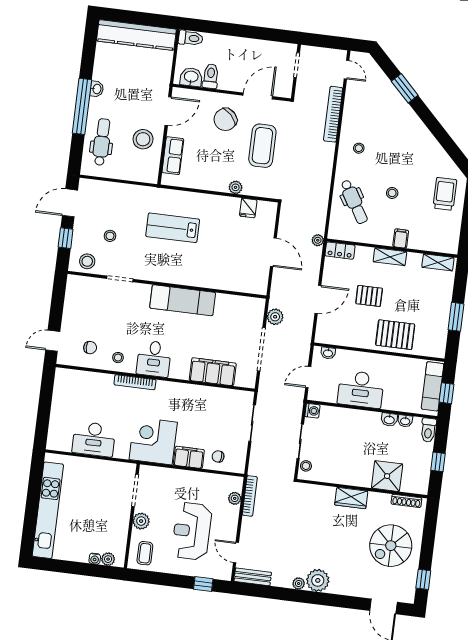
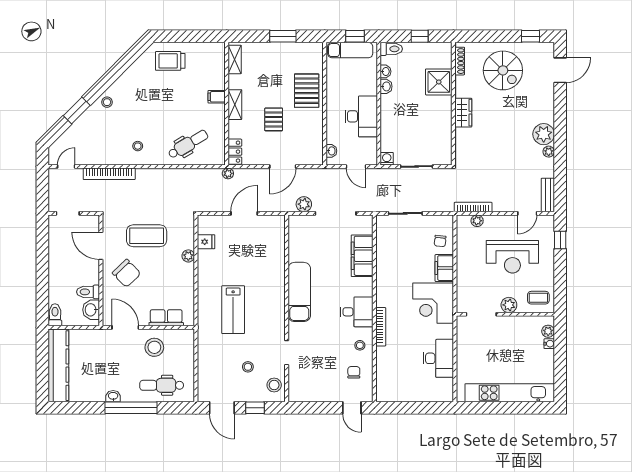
stool: (392, 193) -> (107, 102), moved
door: (318, 299) -> (283, 166), swing flipped
stool: (306, 466) -> (439, 158), removed

